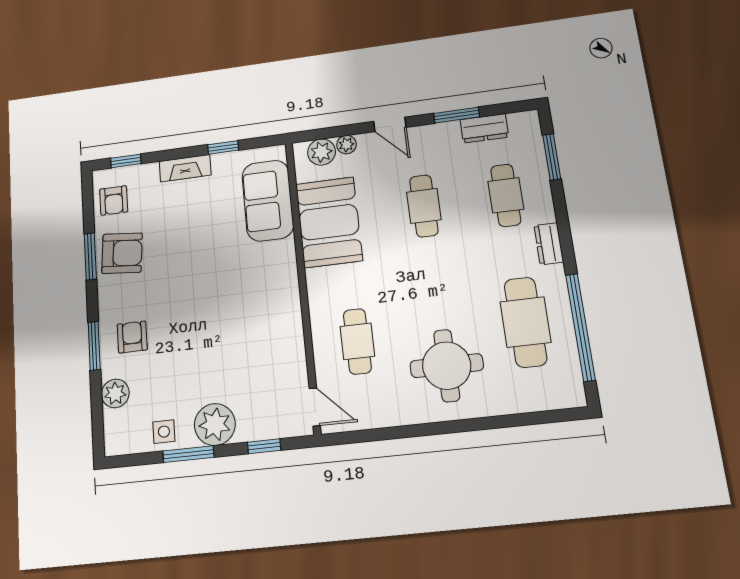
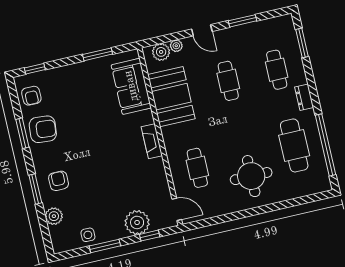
dresser: (484, 128) -> (260, 28), removed
window: (223, 147) -> (98, 54), width x1.50
fireplace: (185, 168) -> (152, 141), moved, turned 90
plant: (215, 424) -> (137, 222), moved

